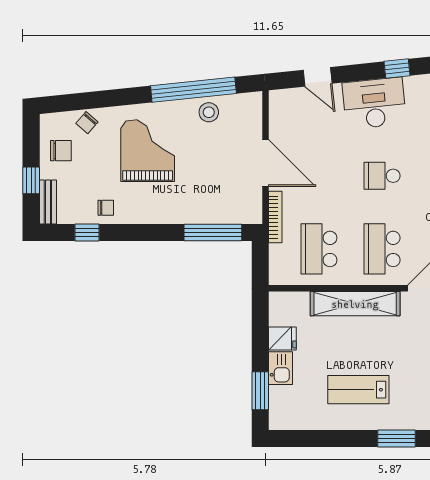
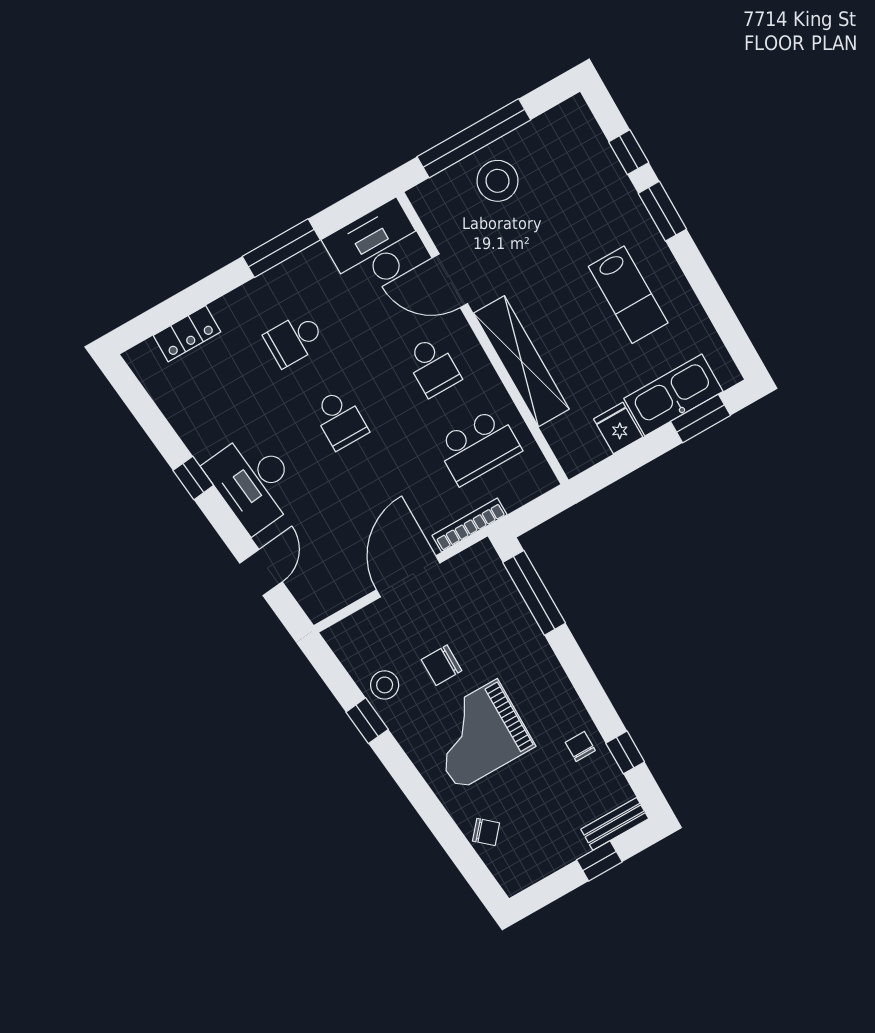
window: (193, 90) -> (367, 721), width x0.32
chair: (61, 151) -> (442, 665), moved, turned -90
school desk: (382, 249) -> (433, 367), width x0.54
kitchen sink: (280, 368) -> (673, 395), width x1.88, depth x1.24

